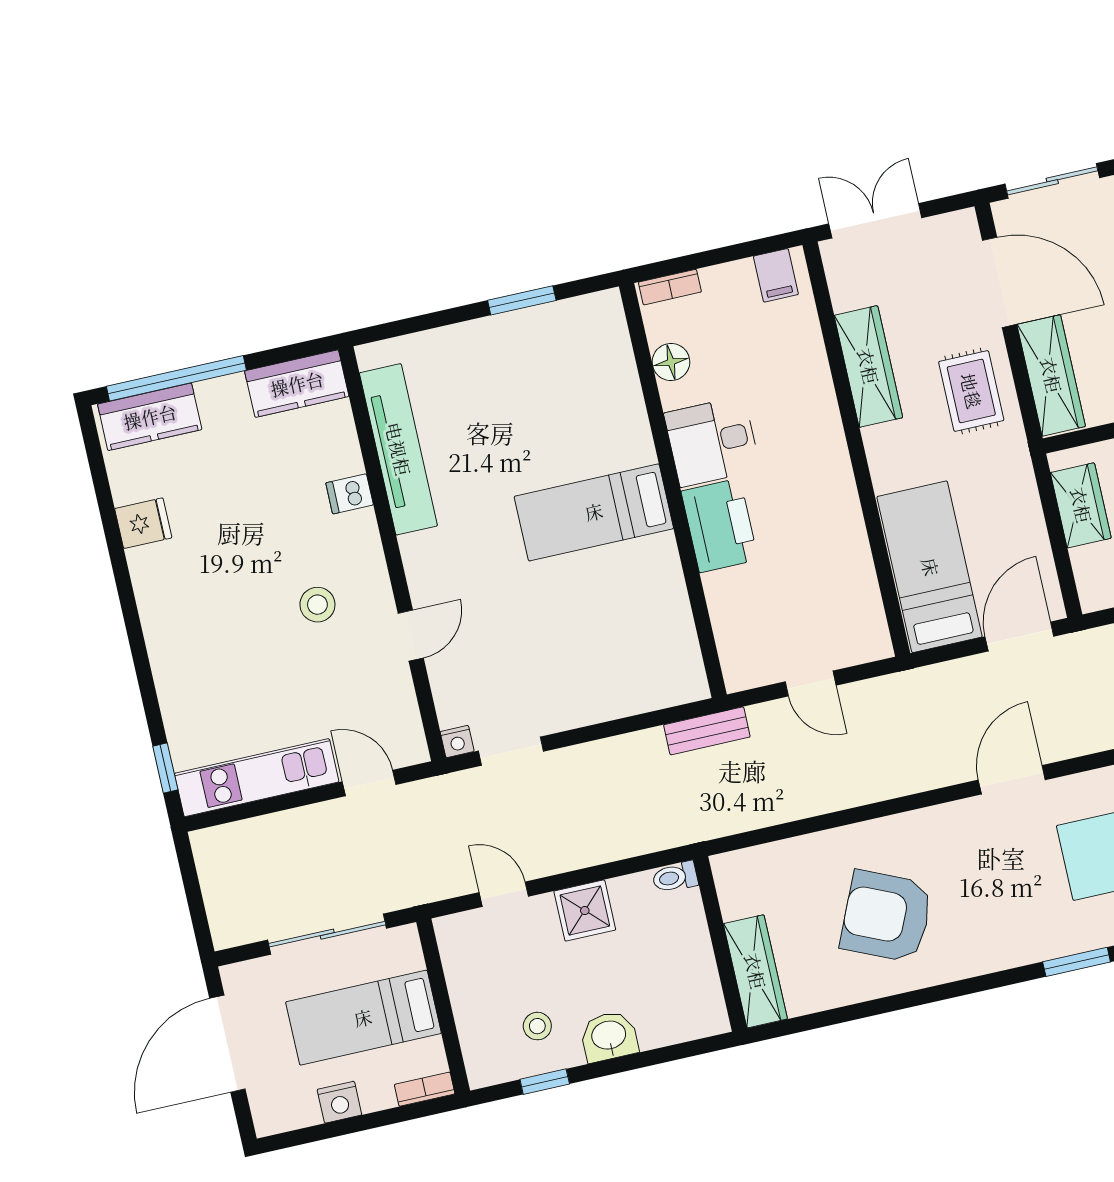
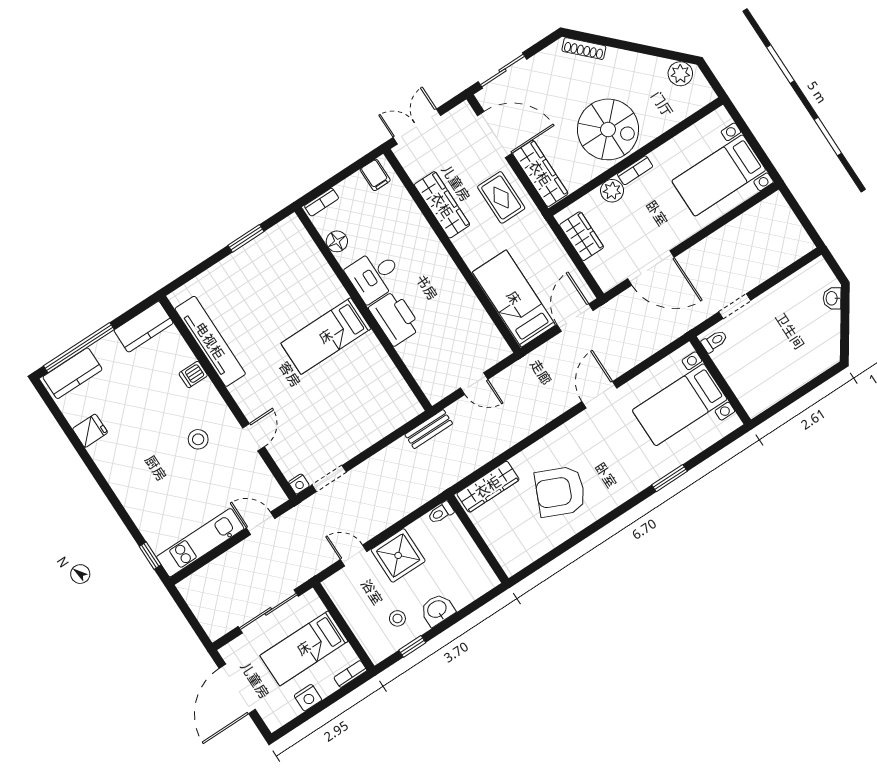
shower: (585, 911) -> (398, 555), width x1.36, depth x1.36
wardrobe: (755, 971) -> (488, 487), moved, turned 90

